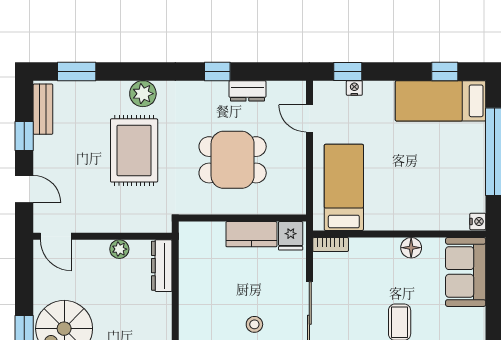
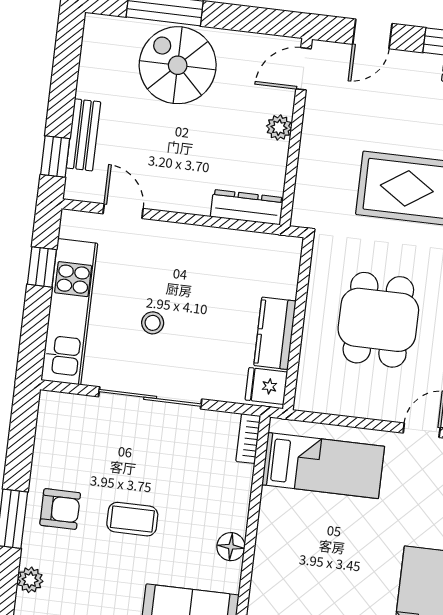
plant: (119, 249) -> (279, 127), moved

